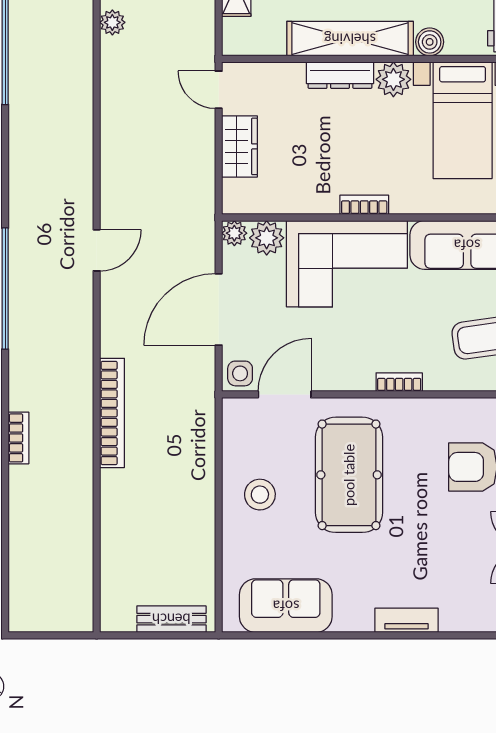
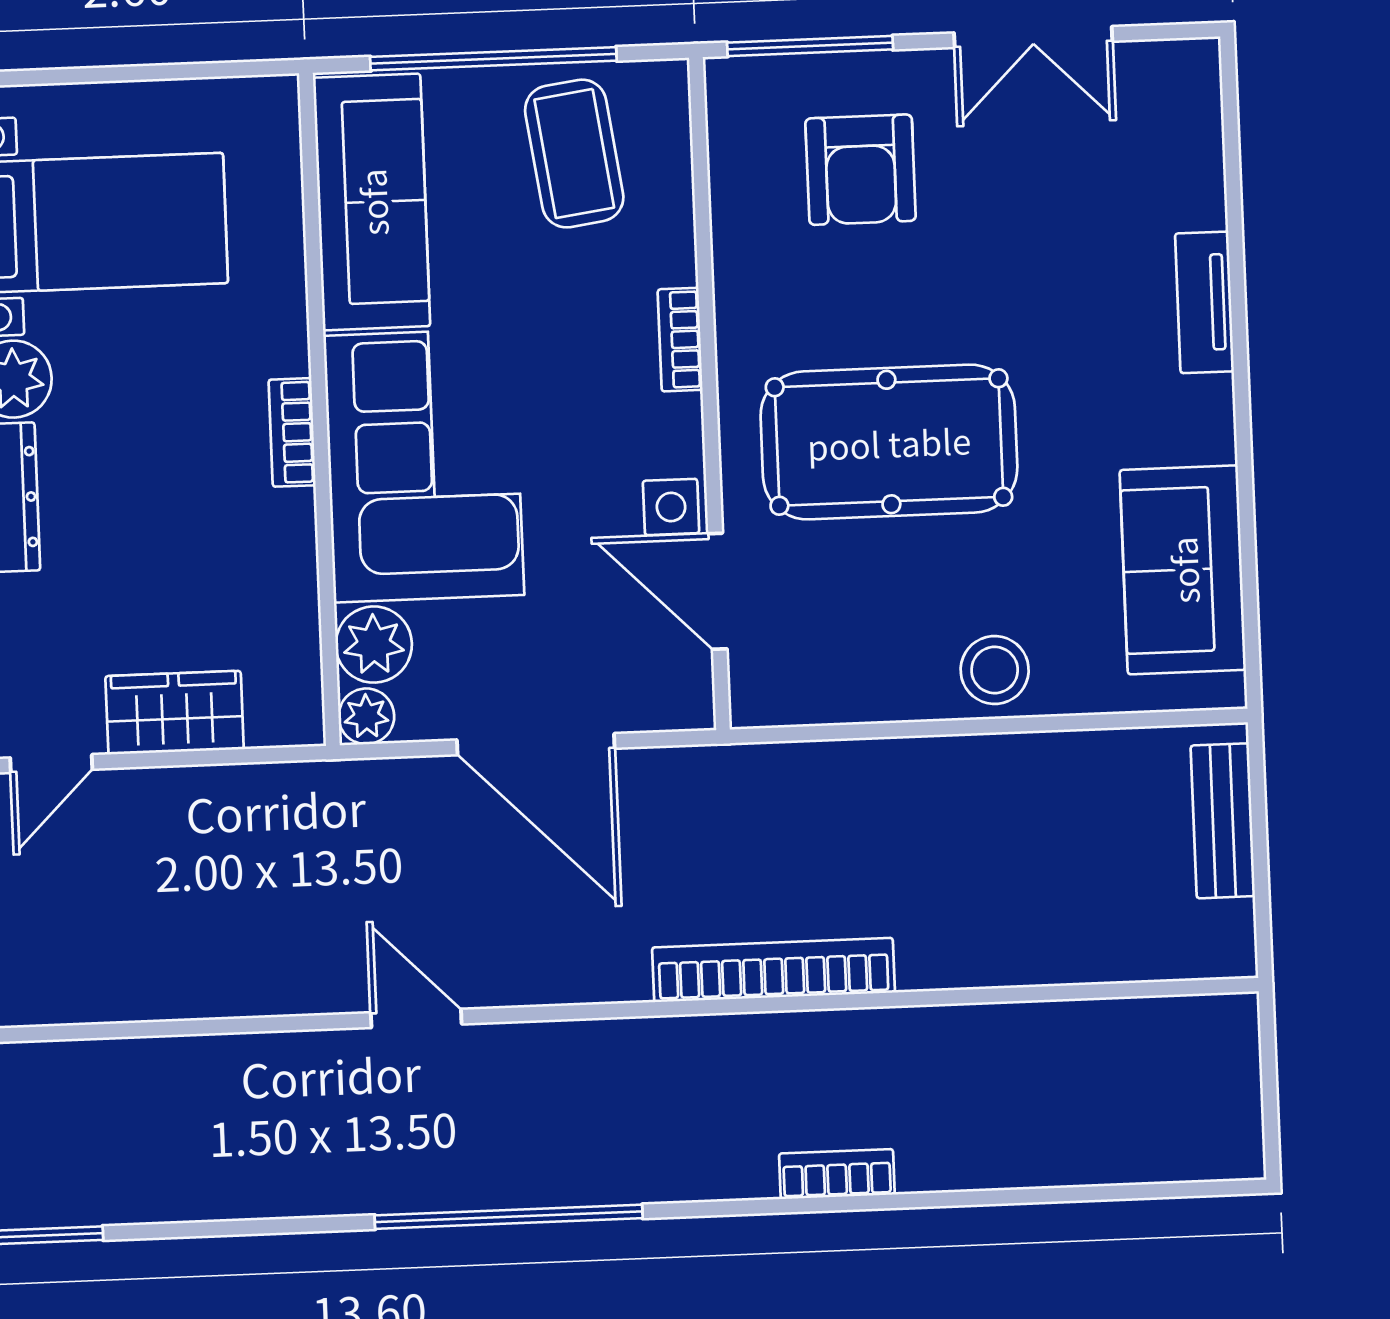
side table: (240, 373) -> (671, 507), moved
stool: (260, 495) -> (995, 670), moved

